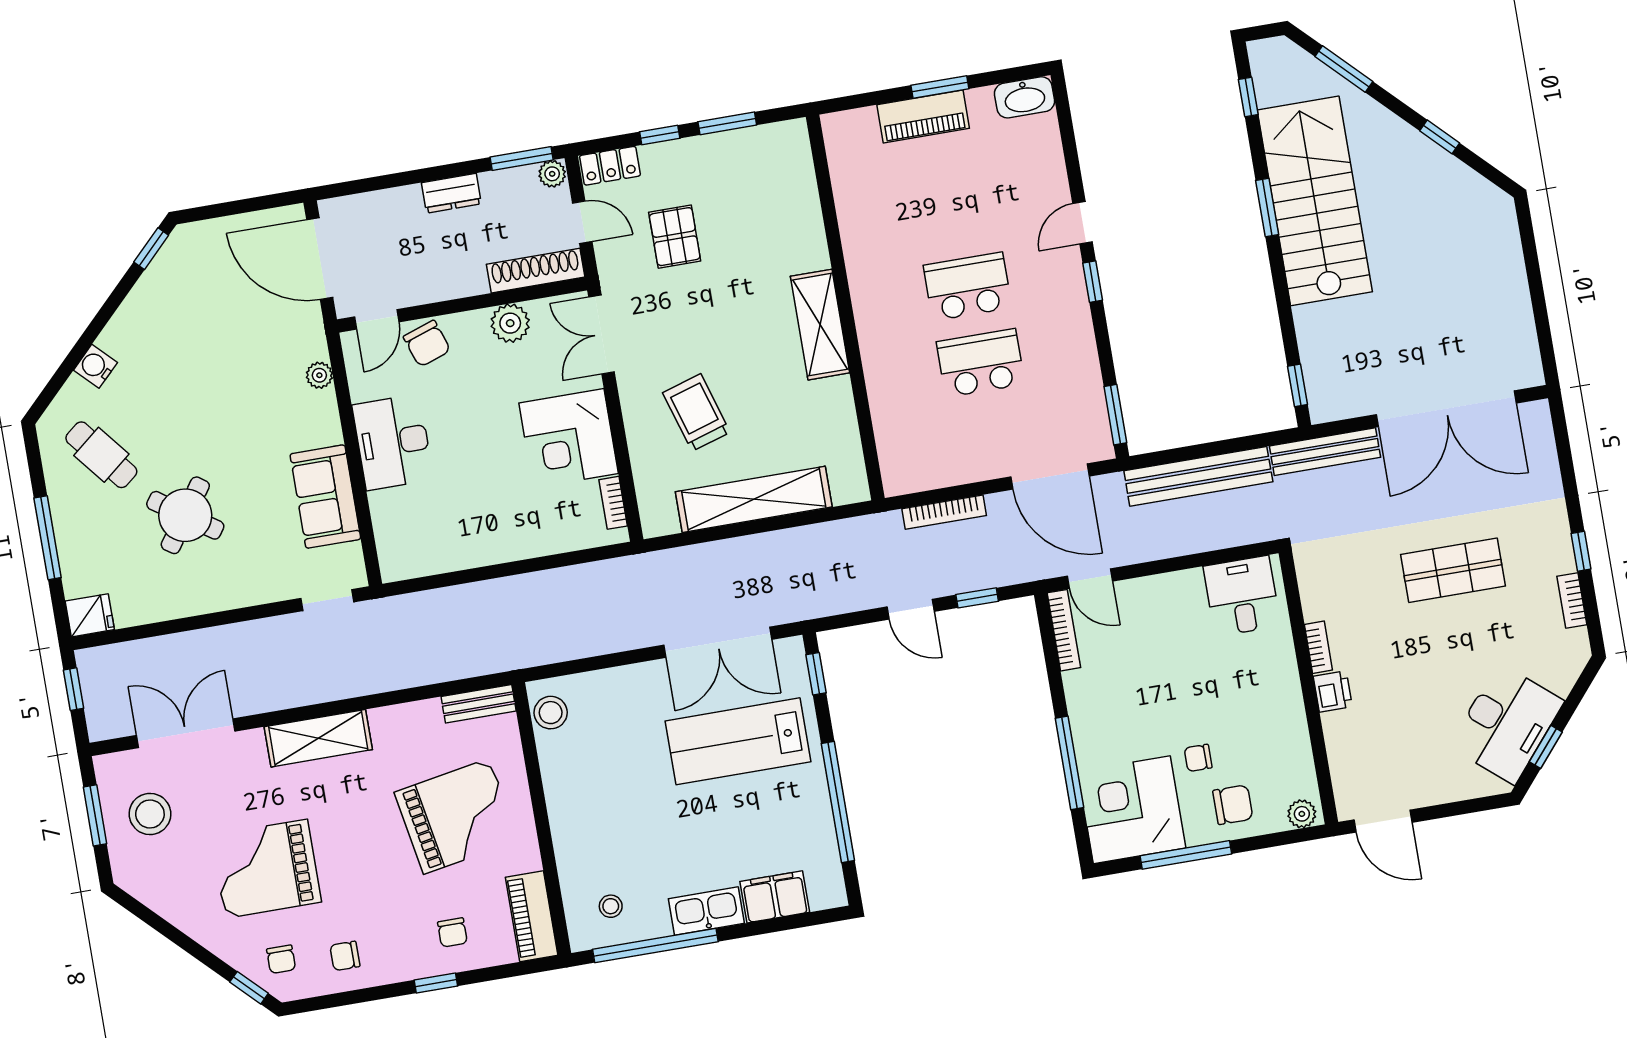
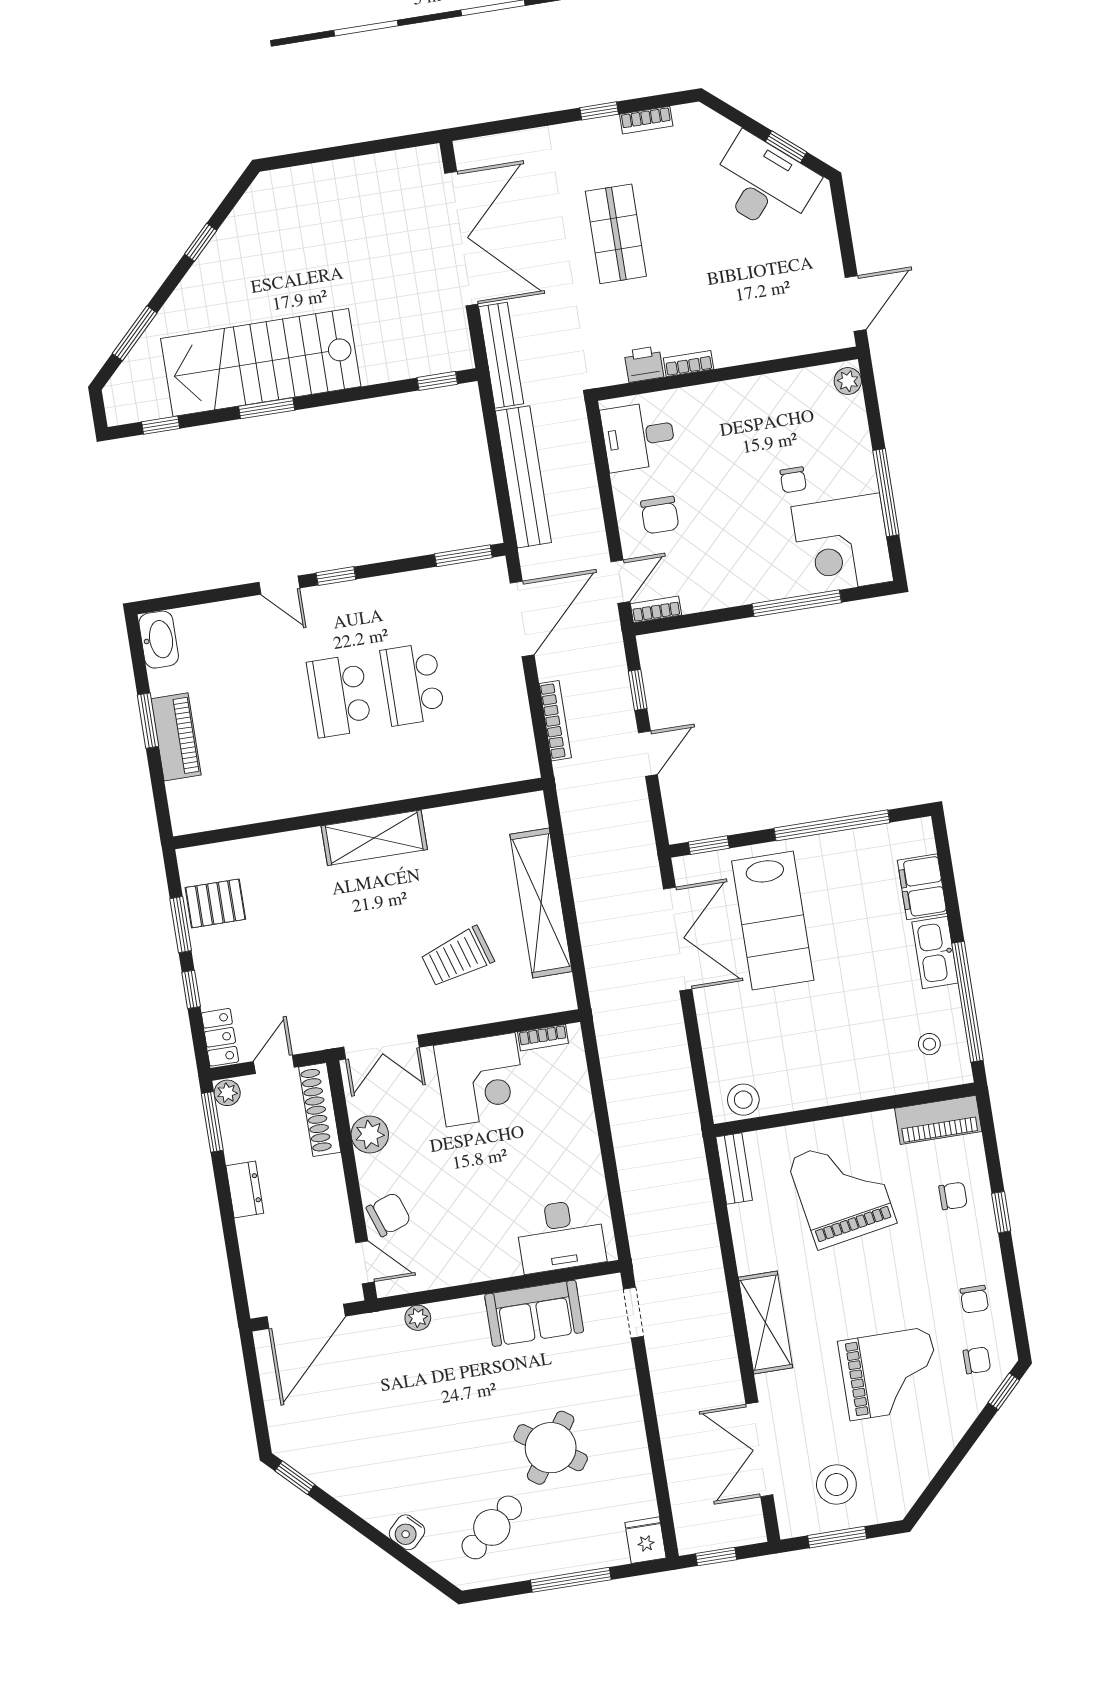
pallet: (675, 237) -> (215, 903), moved
desk: (393, 442) -> (561, 1236), moved
bookcase: (1064, 630) -> (656, 609), width x0.64
printer: (1333, 692) -> (644, 364), moved
chair: (1233, 805) -> (660, 515), moved, turned 180
grand piano: (266, 869) -> (890, 1374), turned -90

